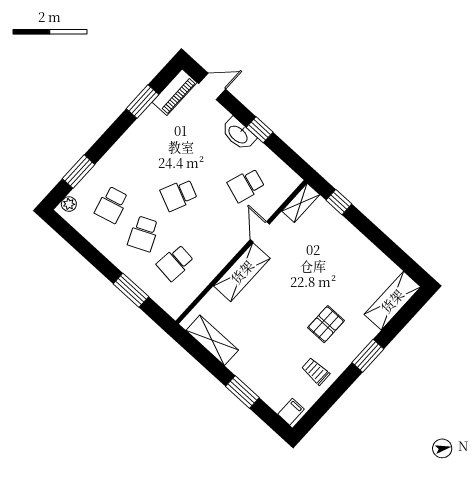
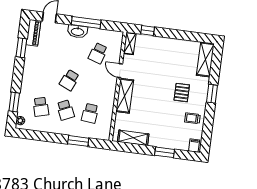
window: (260, 130) -> (86, 22), width x2.17

